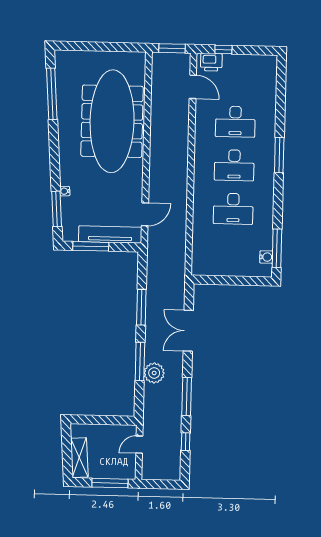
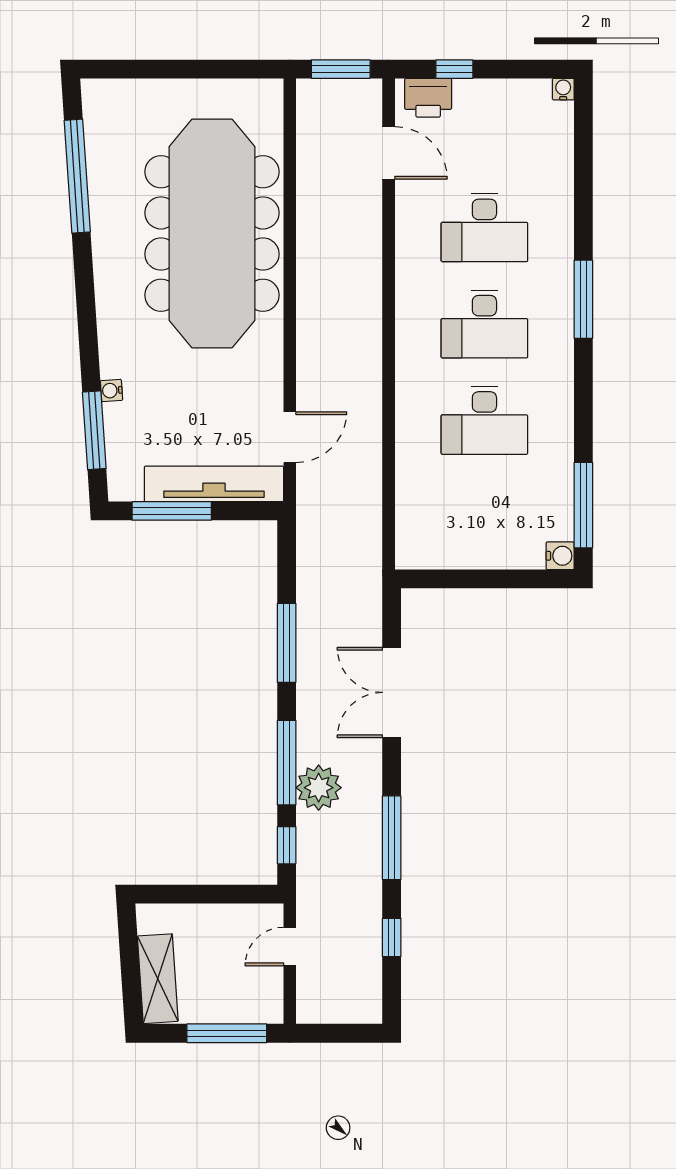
water cooler: (272, 60) -> (563, 89), added
water cooler: (266, 257) -> (560, 556), moved
window: (139, 399) -> (287, 845), added

